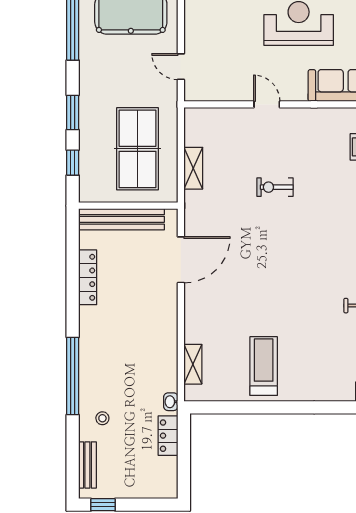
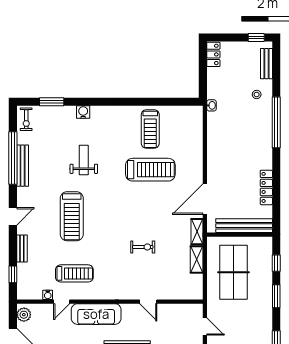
treadmill: (263, 304) -> (150, 170), added
shelving: (193, 364) -> (197, 232), moved
locker: (168, 436) -> (213, 54), moved

